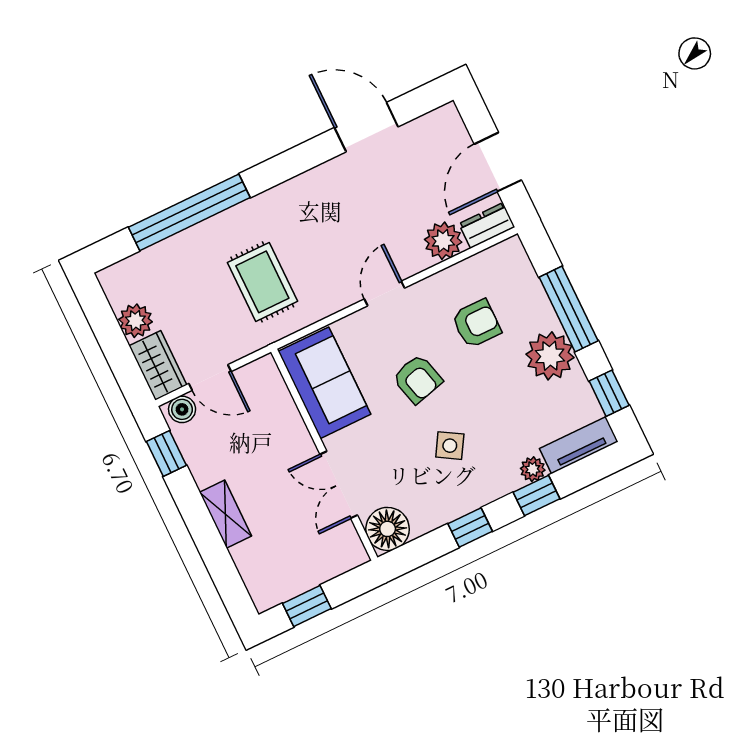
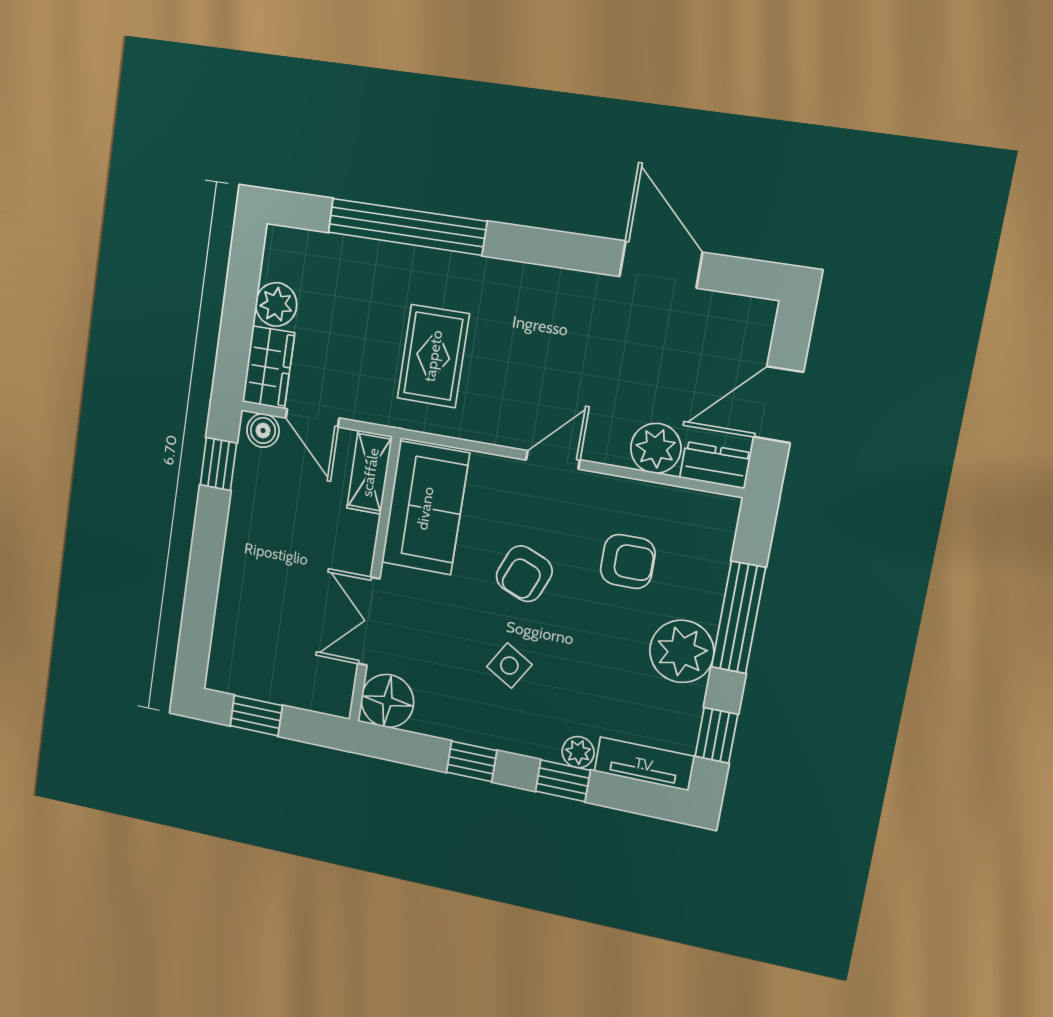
armchair: (417, 379) -> (524, 574), turned 37
shelving: (226, 514) -> (370, 472), moved

